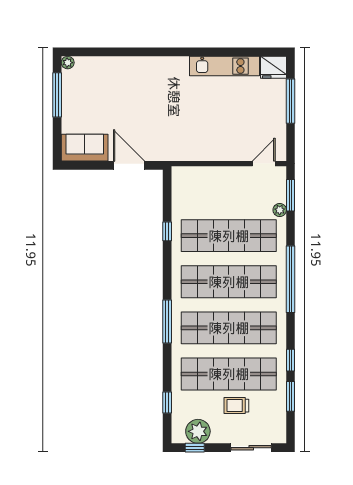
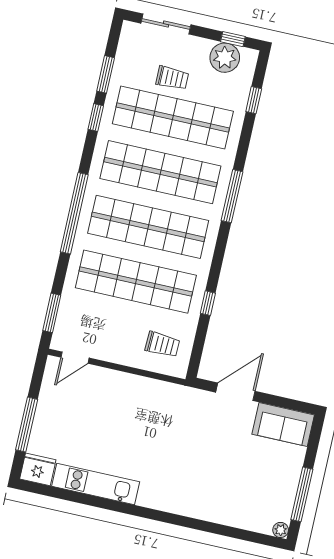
door: (129, 165) -> (235, 392), swing flipped
trolley: (196, 190) -> (162, 344), added
plant: (280, 210) -> (69, 298), removed

